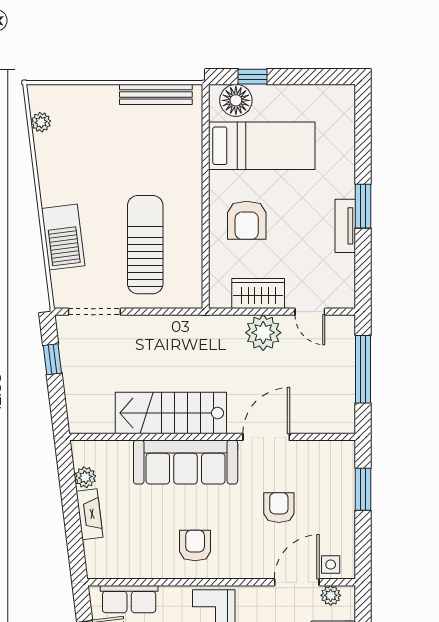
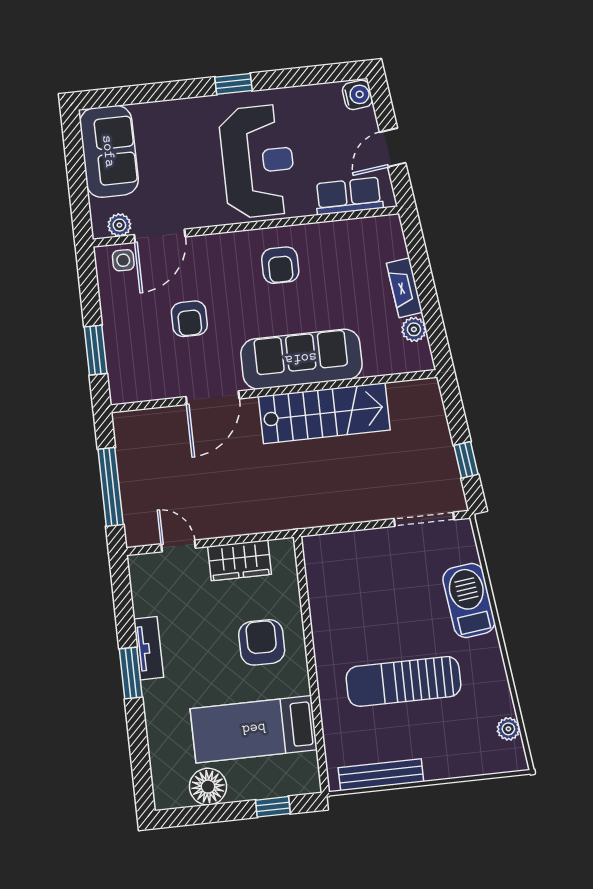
floor lamp: (236, 100) -> (208, 787), moved
sun lounger: (145, 245) -> (403, 681), moved, turned 90
plant: (263, 333) -> (229, 516), removed

